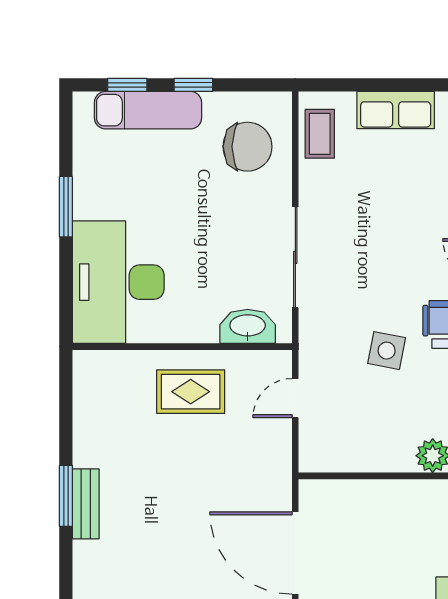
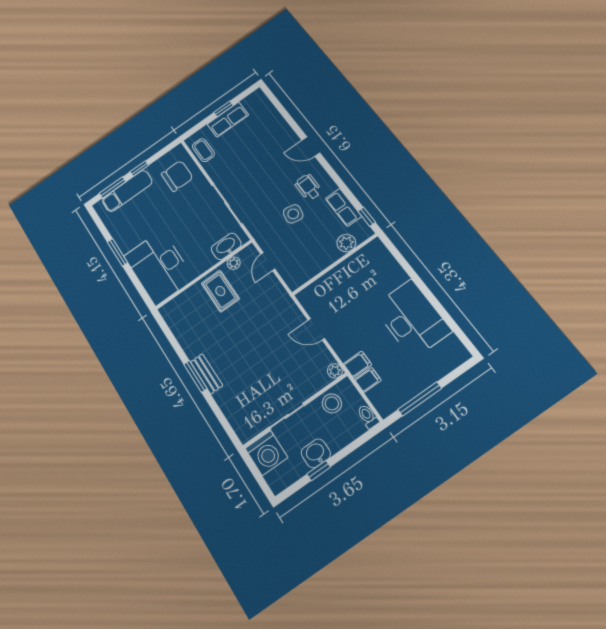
window: (127, 85) -> (113, 187), width x1.50
window: (401, 85) -> (223, 109), added
plant: (241, 362) -> (234, 263), added
rug: (191, 392) -> (220, 291), turned 90
door: (295, 553) -> (316, 329), width x0.53

